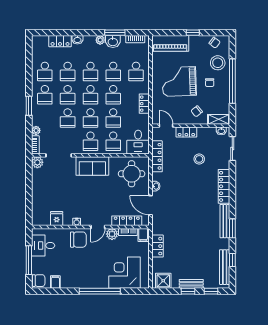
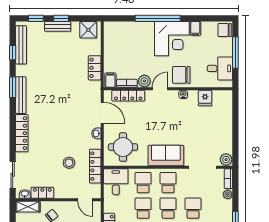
locker: (186, 132) -> (42, 193), moved
stool: (199, 159) -> (69, 163), moved
corner desk: (124, 273) -> (172, 39), moved
filing cabinet: (55, 282) -> (195, 28), moved

